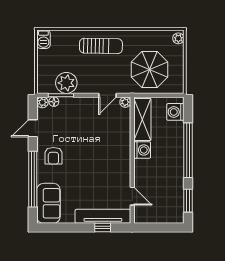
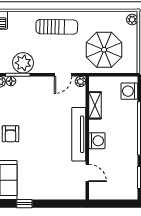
shelving: (142, 119) -> (95, 105), width x0.67, depth x0.75
washing machine: (142, 150) -> (97, 141), moved
tv unit: (103, 216) -> (79, 134), moved, turned -90
window: (103, 228) -> (24, 204), moved

